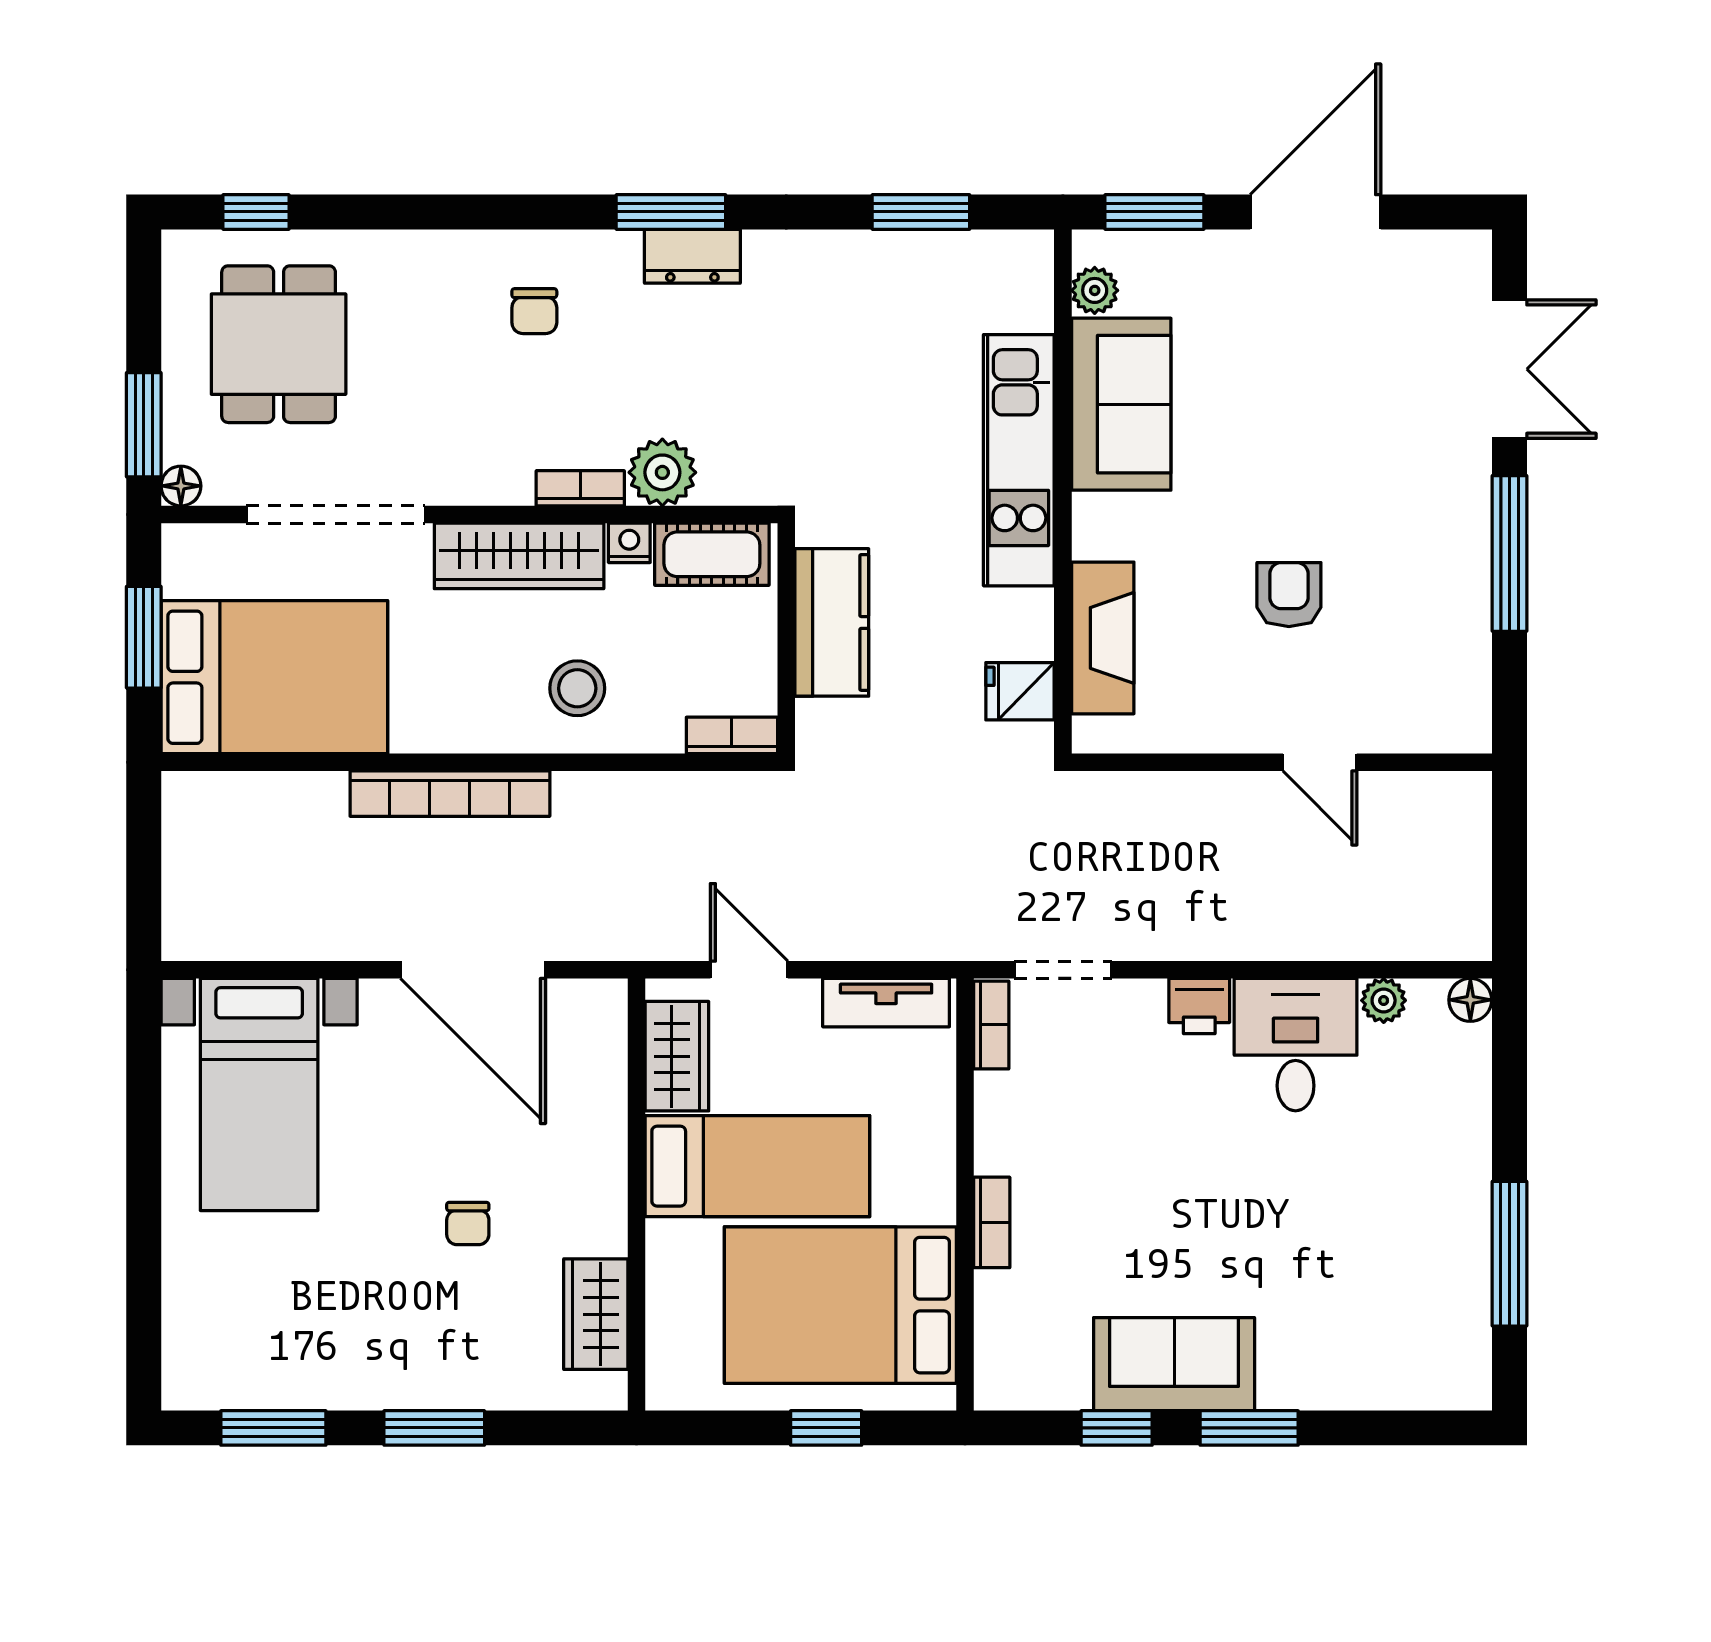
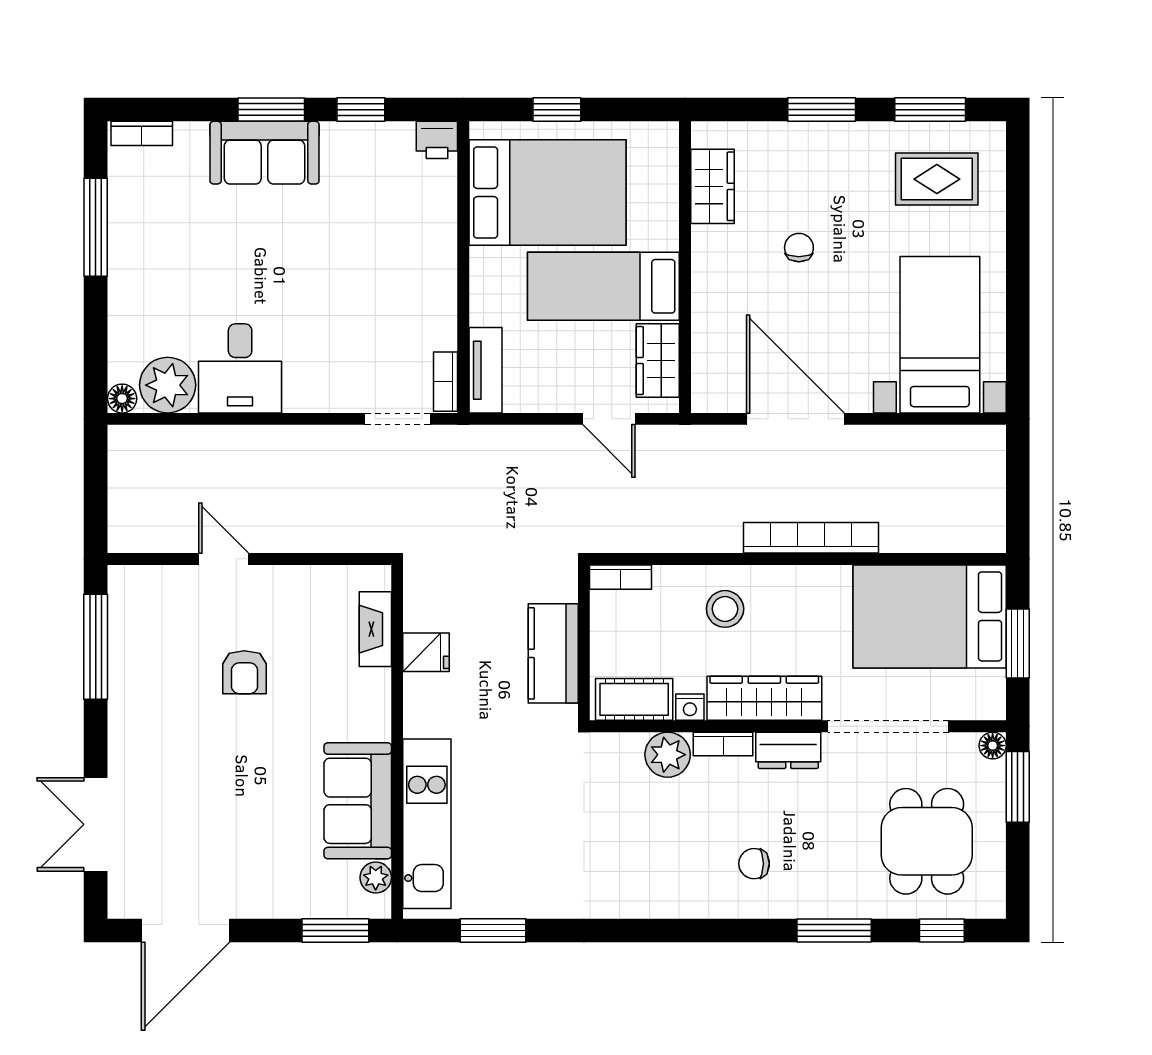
window: (671, 212) -> (834, 931), moved
door: (1315, 212) -> (186, 931), moved
dresser: (692, 256) -> (788, 750), moved, turned 180
chair: (534, 311) -> (754, 864), turned -90
kitchen unit: (1019, 460) -> (427, 824), moved
window: (1509, 553) -> (96, 647), moved
fireplace: (1103, 638) -> (375, 629), width x0.73, depth x0.76
fridge: (1020, 691) -> (426, 652), moved
plant: (1384, 1000) -> (168, 385), width x1.88, depth x1.88
tv unit: (886, 1003) -> (485, 370), moved, turned 90
printer: (1199, 1006) -> (437, 140), moved, turned 180
bookcase: (992, 1222) -> (142, 133), moved, turned -90
rug: (264, 1325) -> (937, 179), added
sofa: (1174, 1364) -> (264, 153), moved

